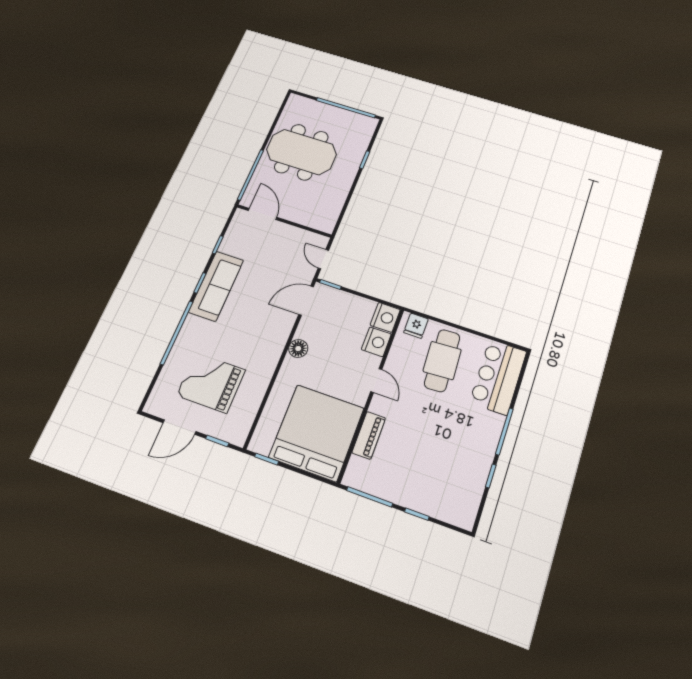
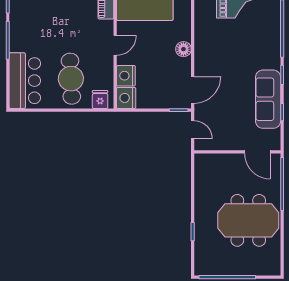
sofa: (216, 286) -> (268, 99), moved
door: (376, 380) -> (115, 45), swing flipped

